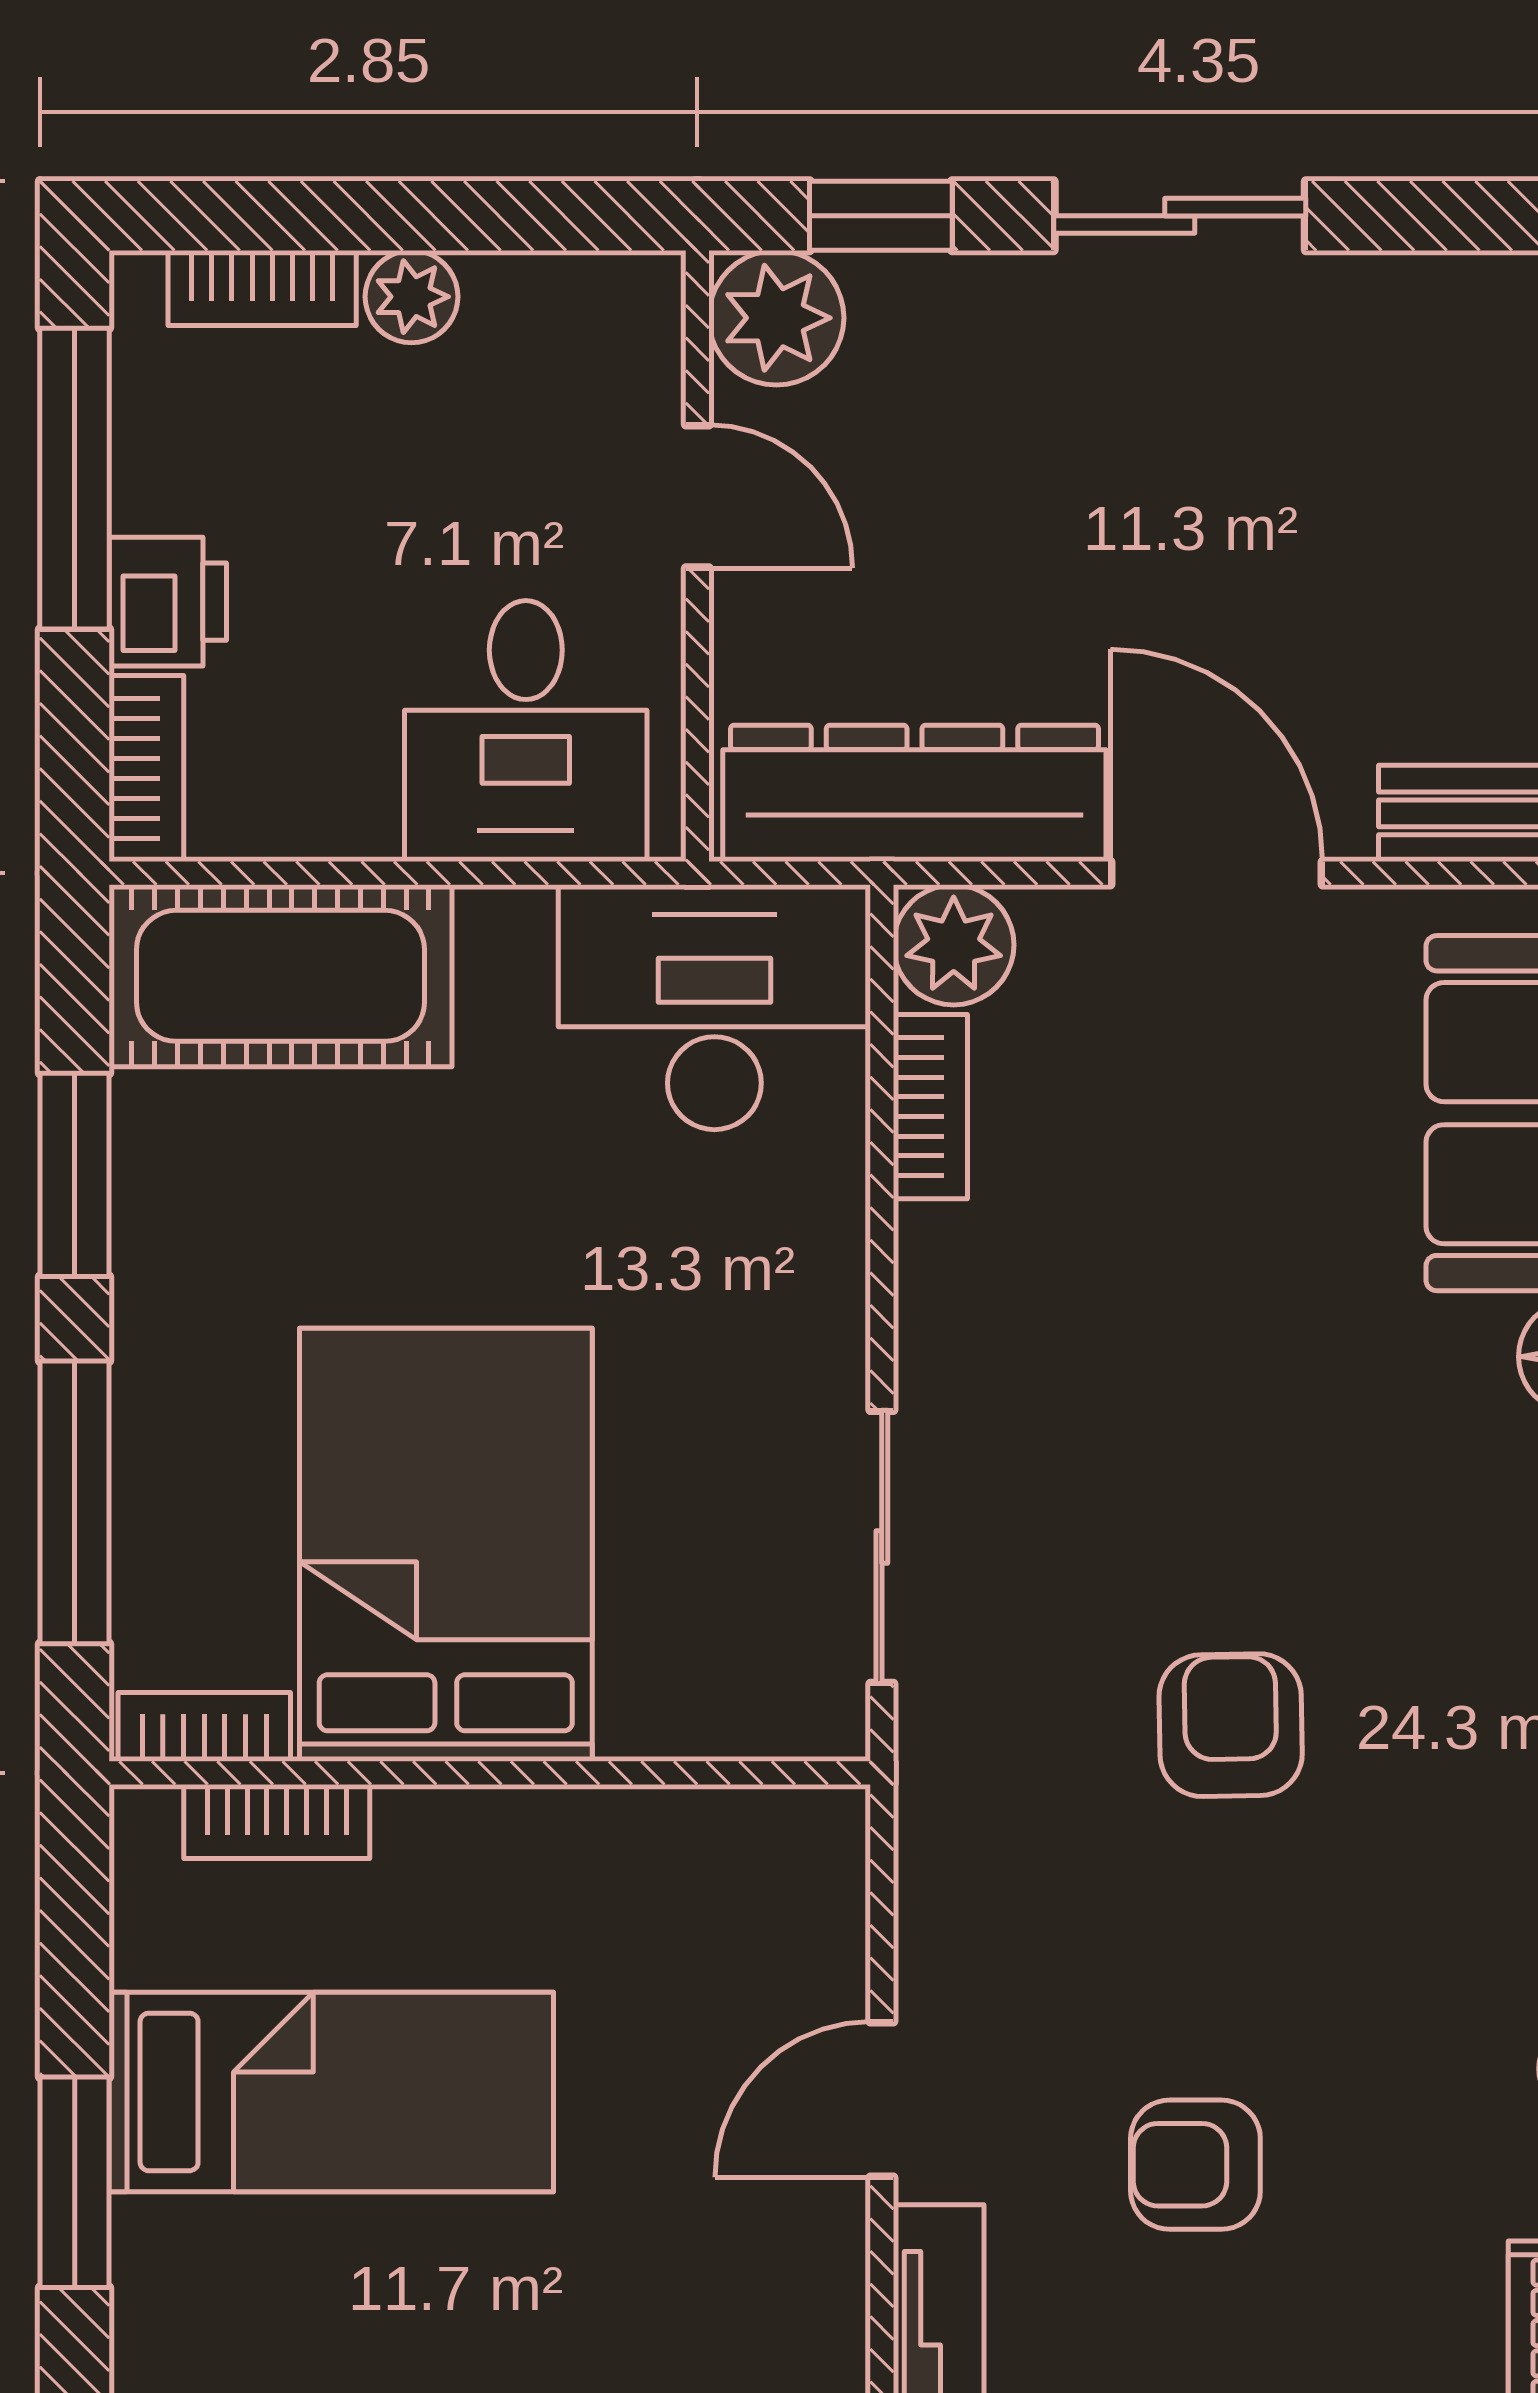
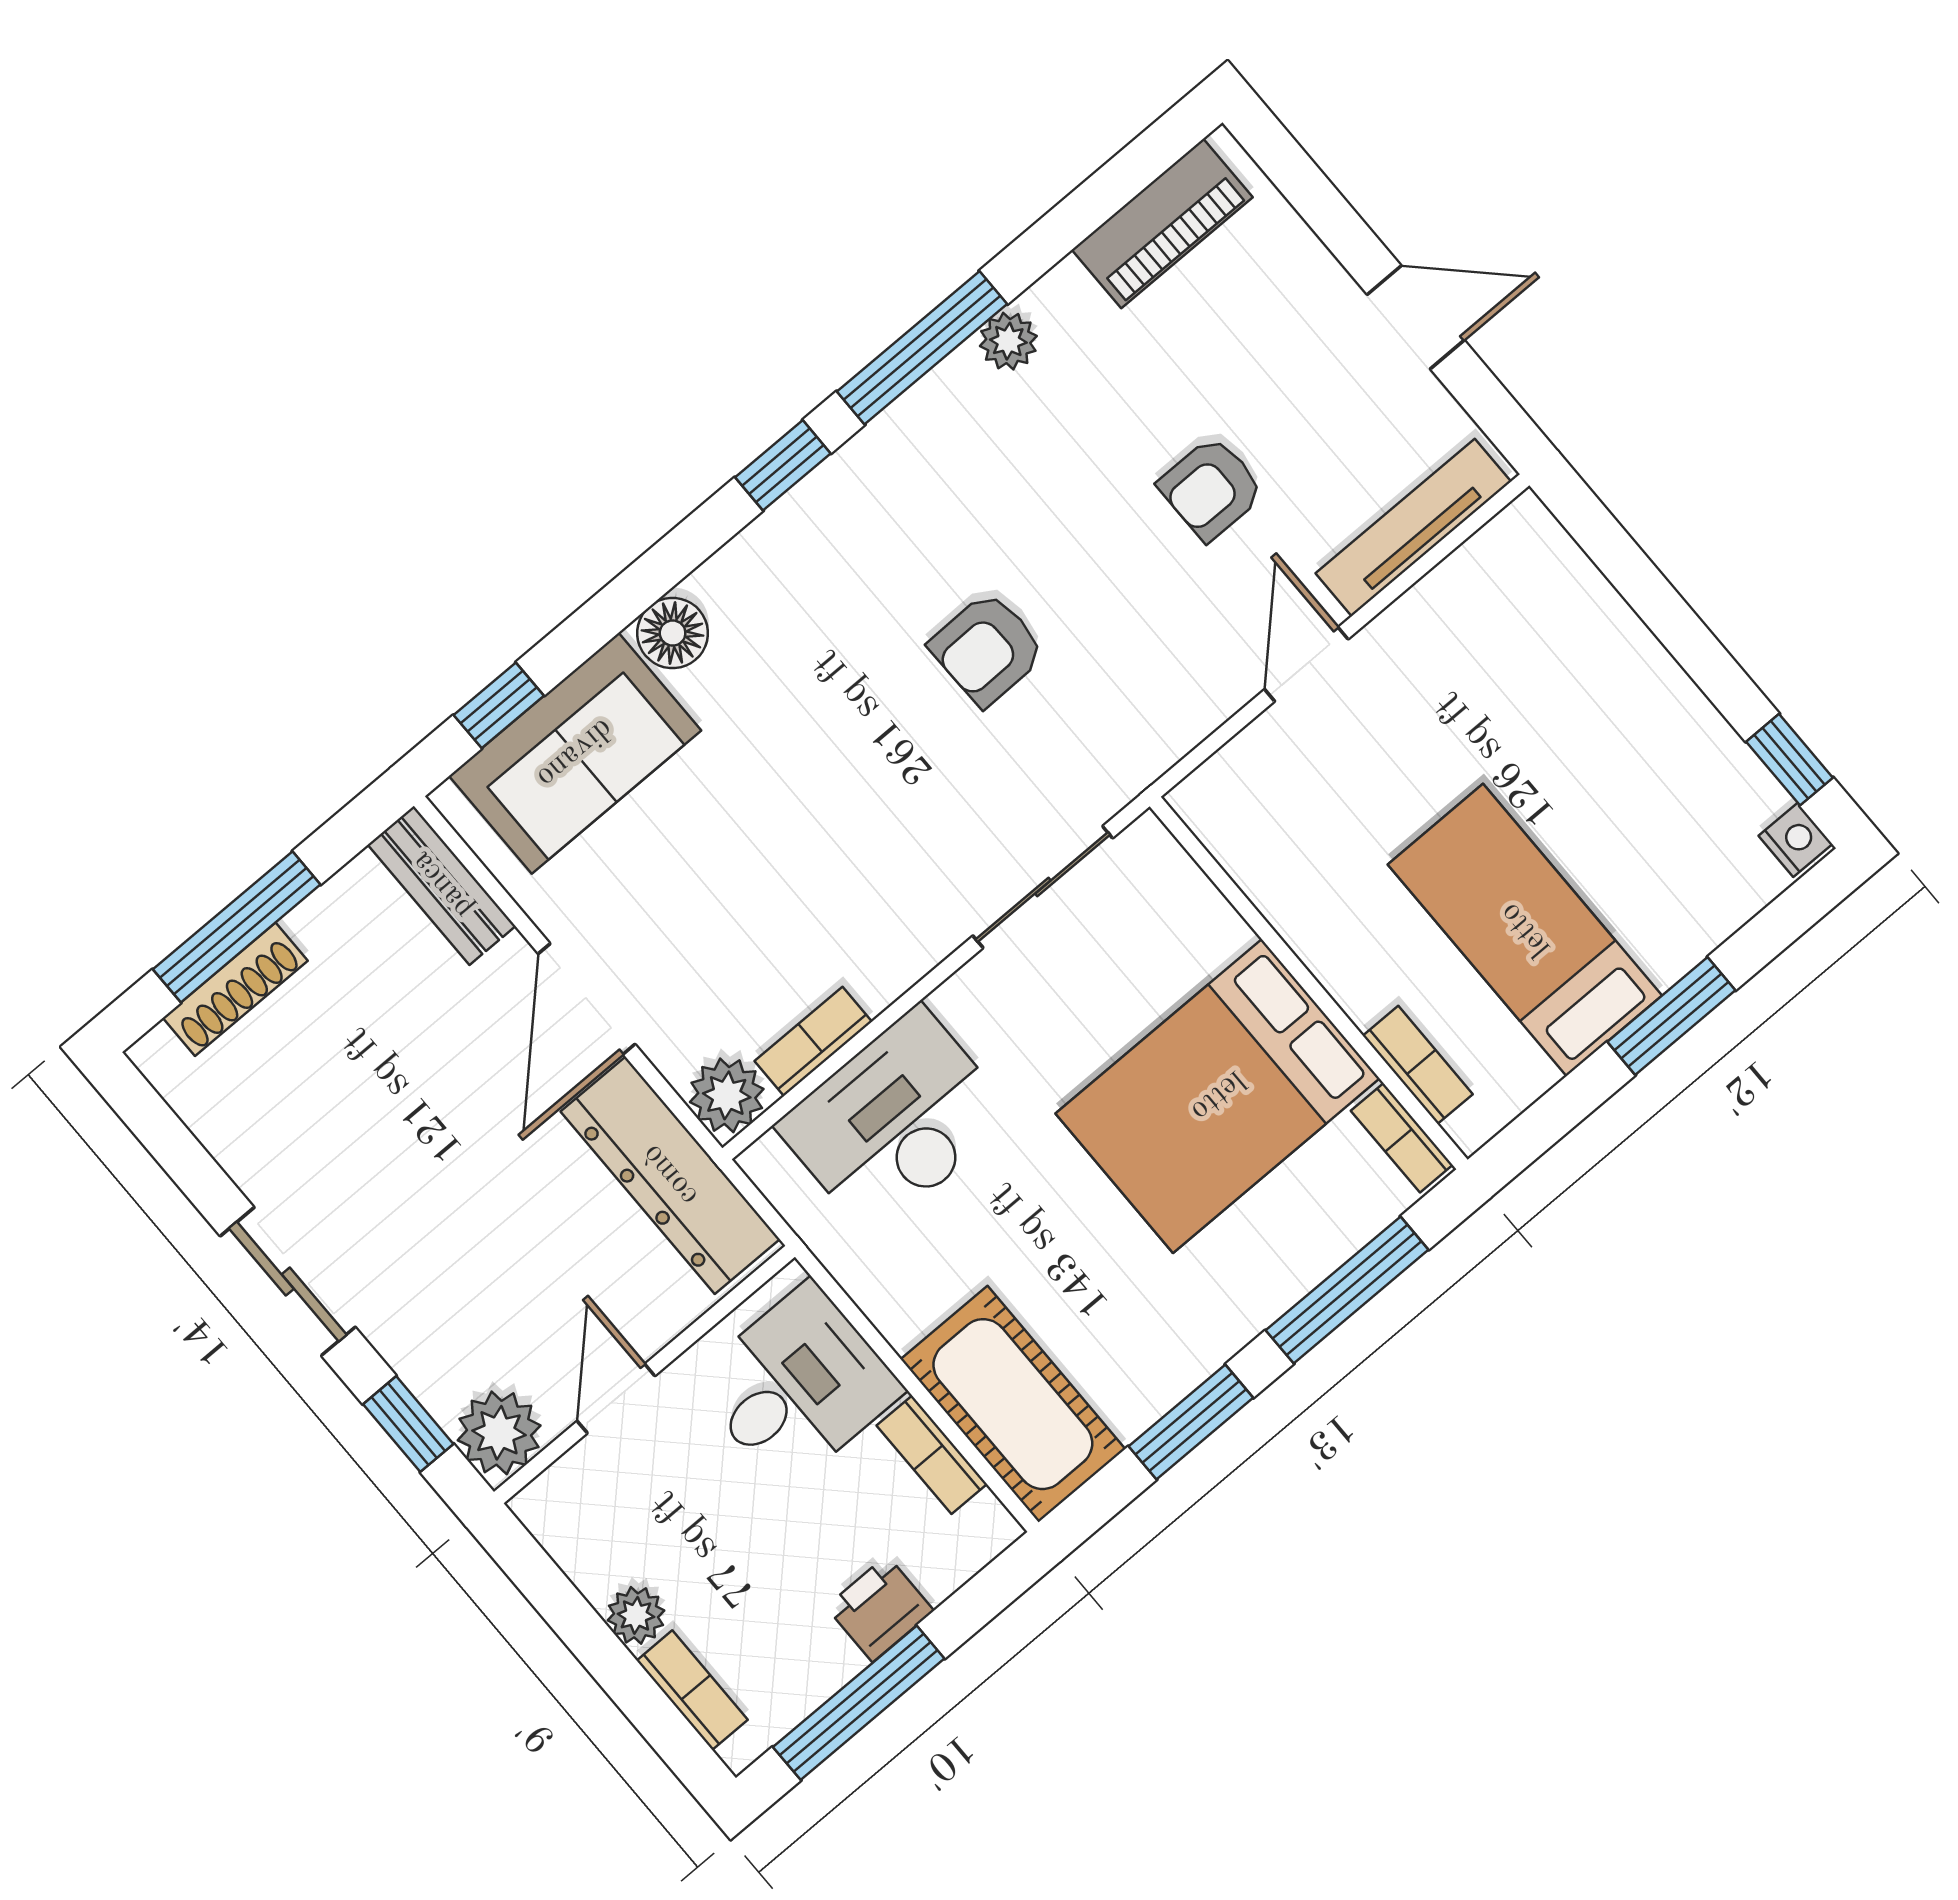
bookcase: (146, 768) -> (932, 1455), moved, turned -90
desk: (714, 1007) -> (895, 1121), moved, turned 90
door: (882, 2099) -> (1306, 664), swing flipped
armchair: (1195, 2165) -> (1211, 488), turned 90

